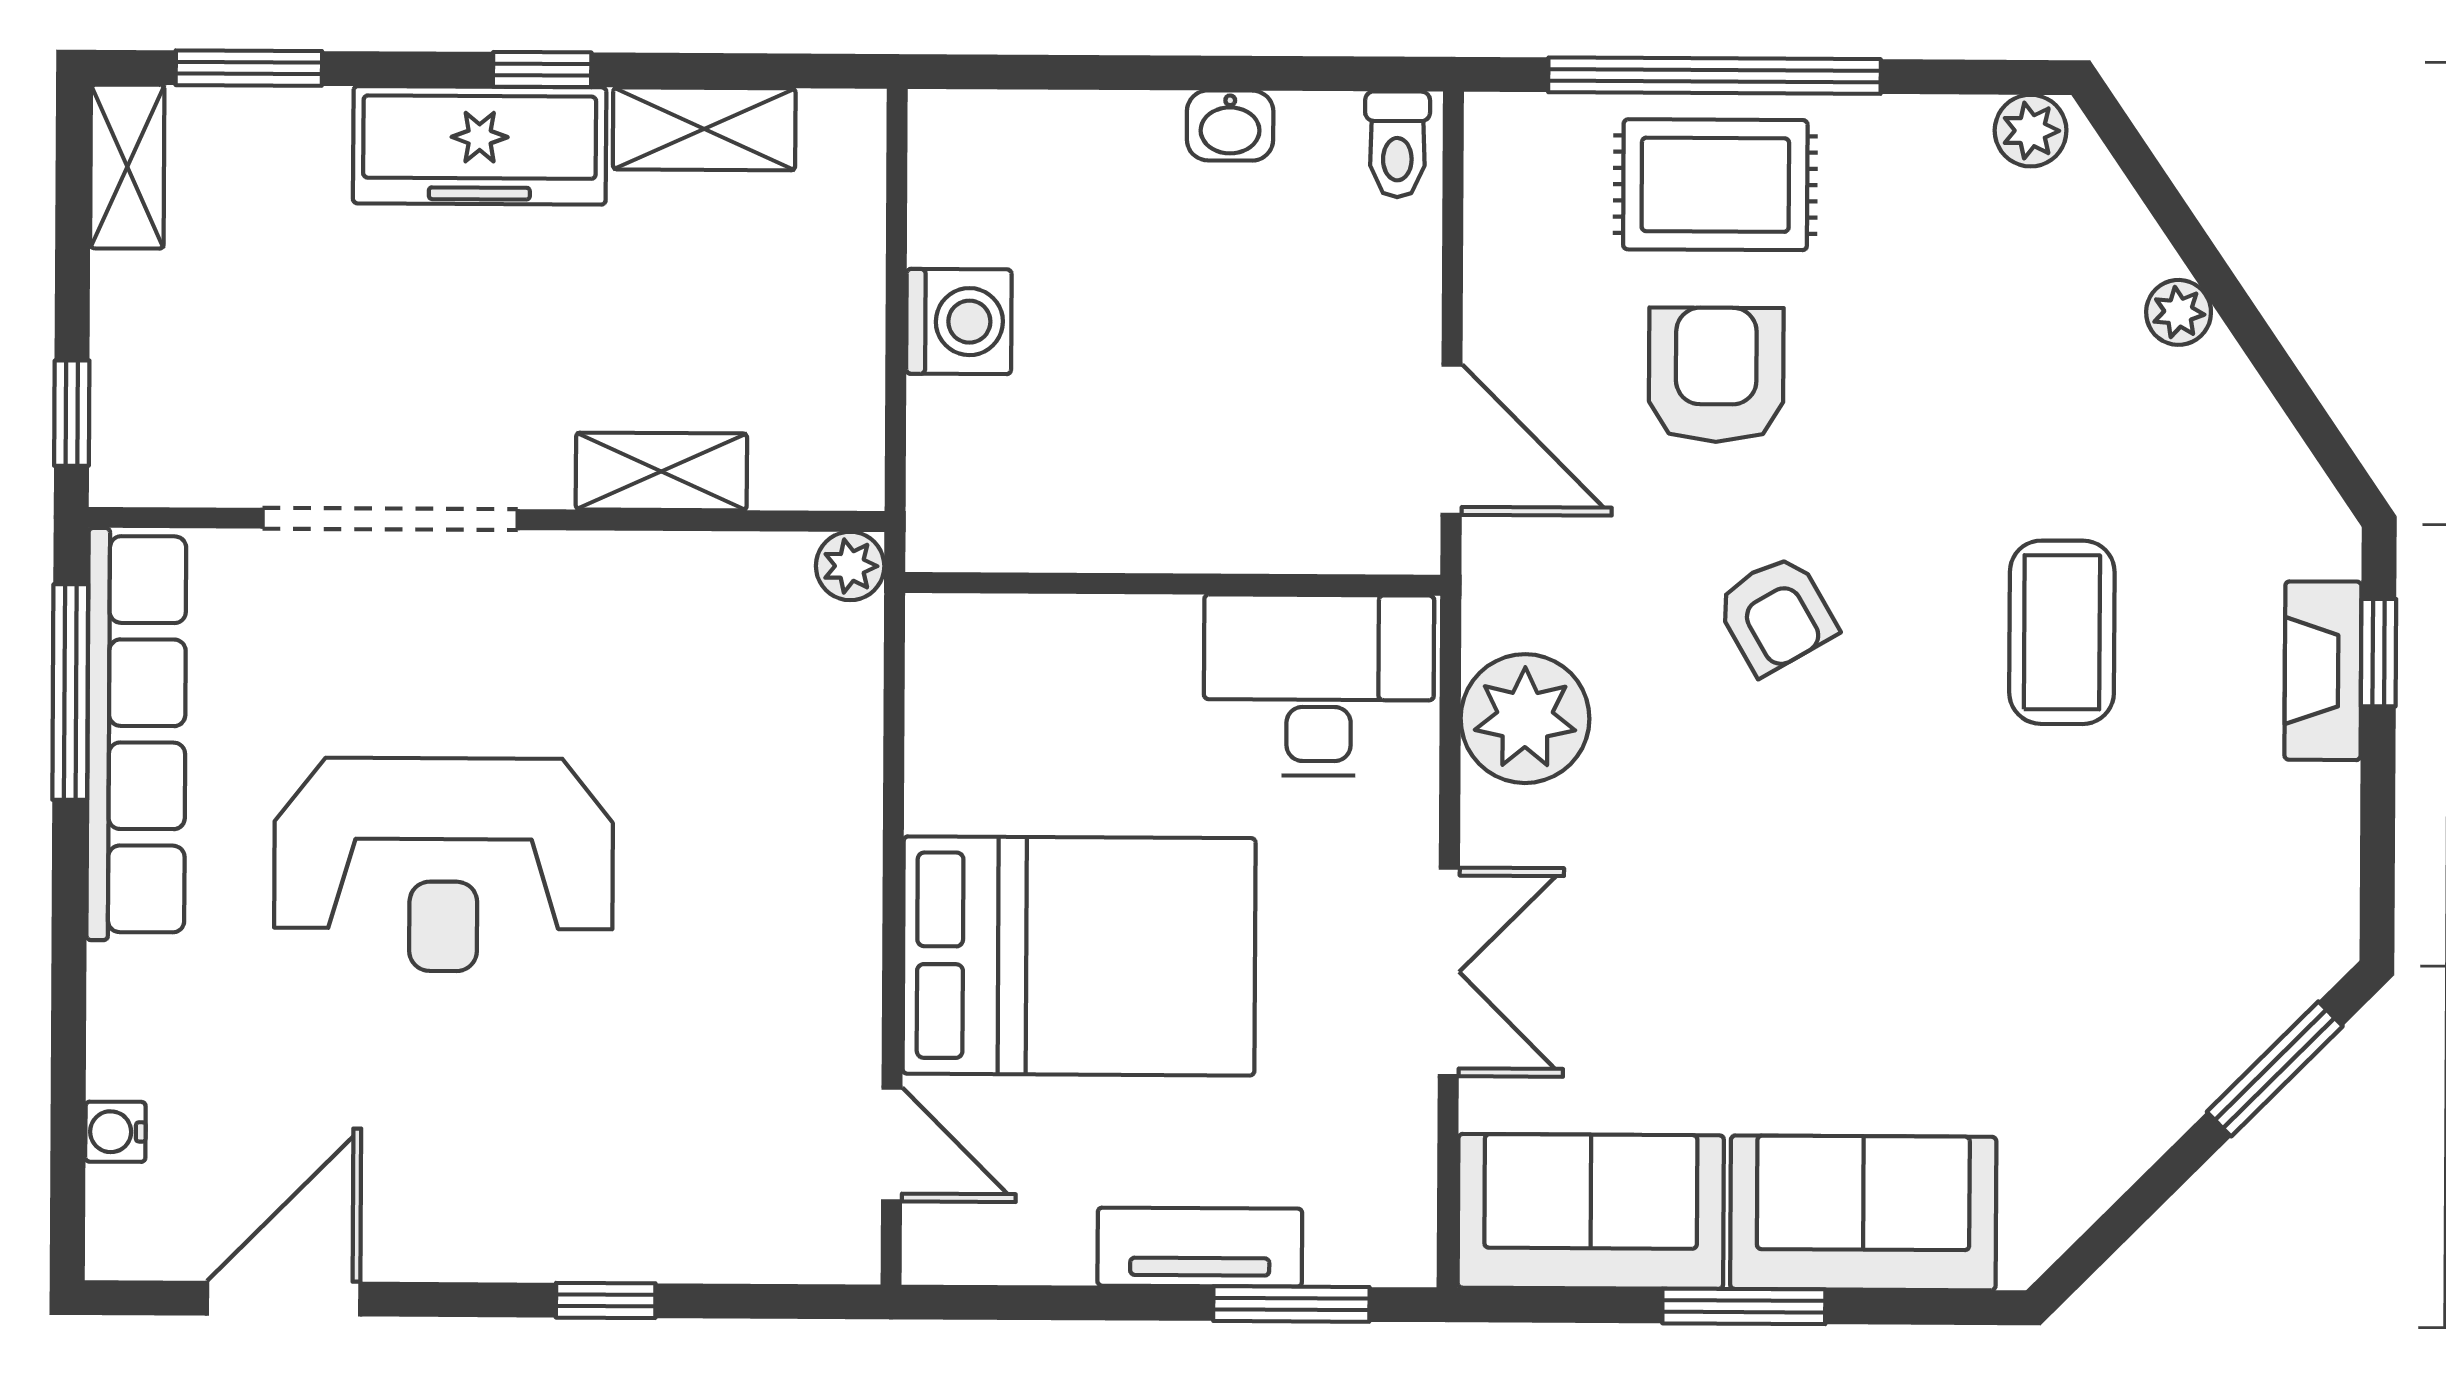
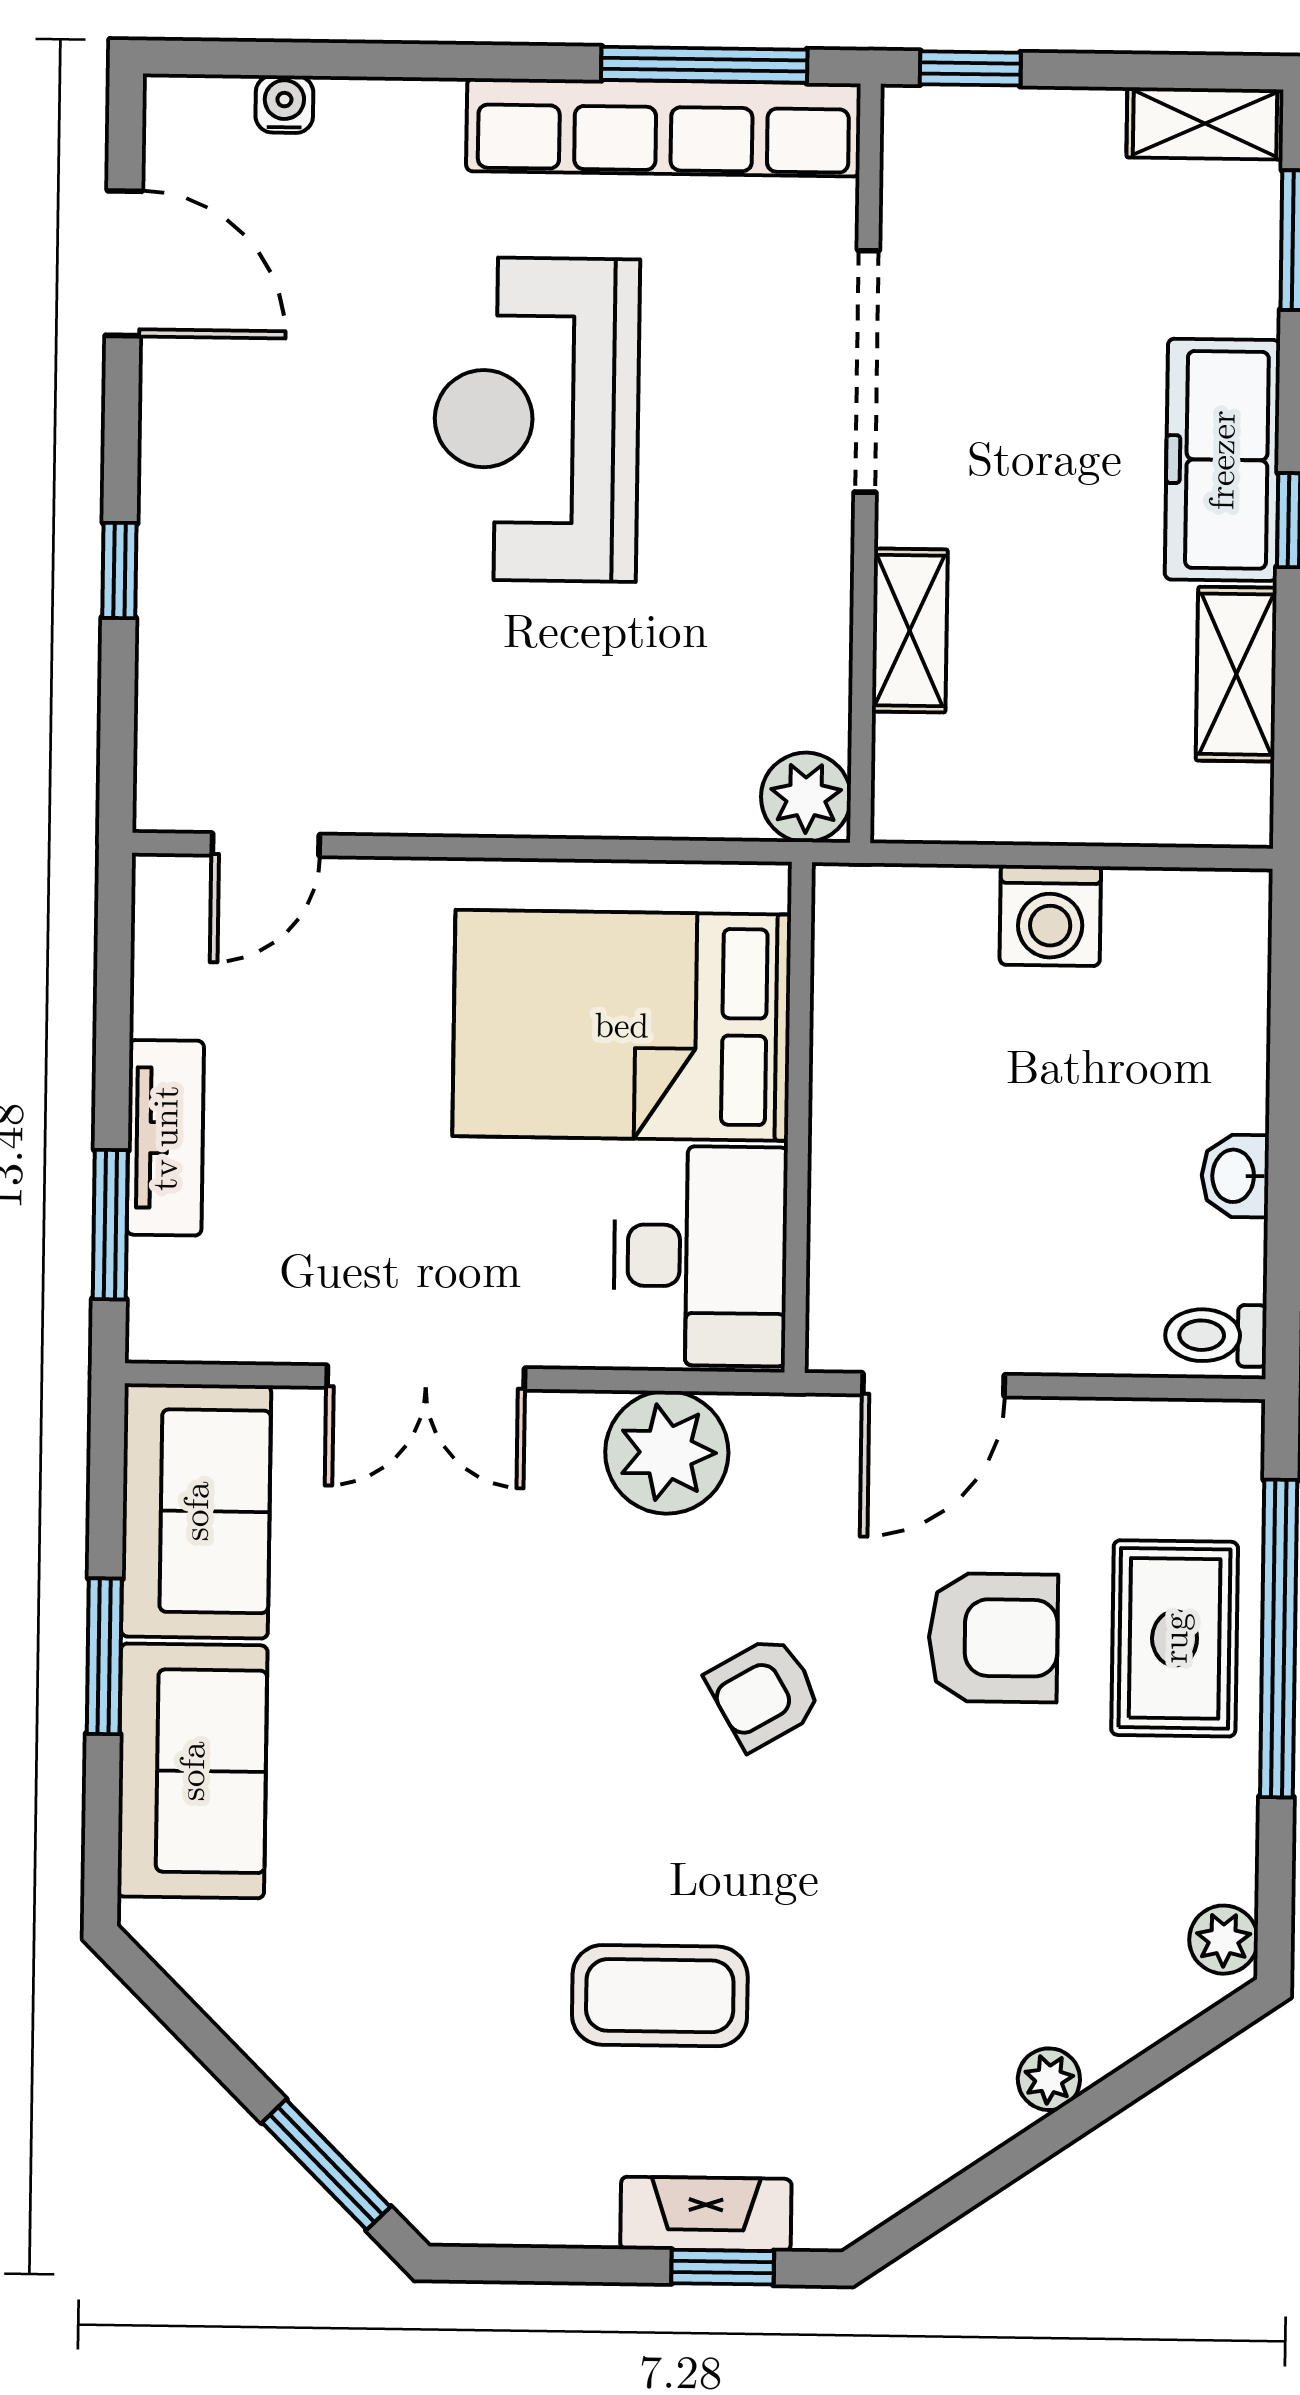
plant: (850, 566) -> (806, 797), width x1.38, depth x1.38
coffee table: (2062, 632) -> (660, 1996), moved
bed: (1079, 956) -> (622, 1025), moved, turned 90

